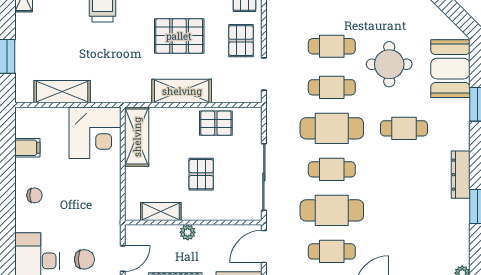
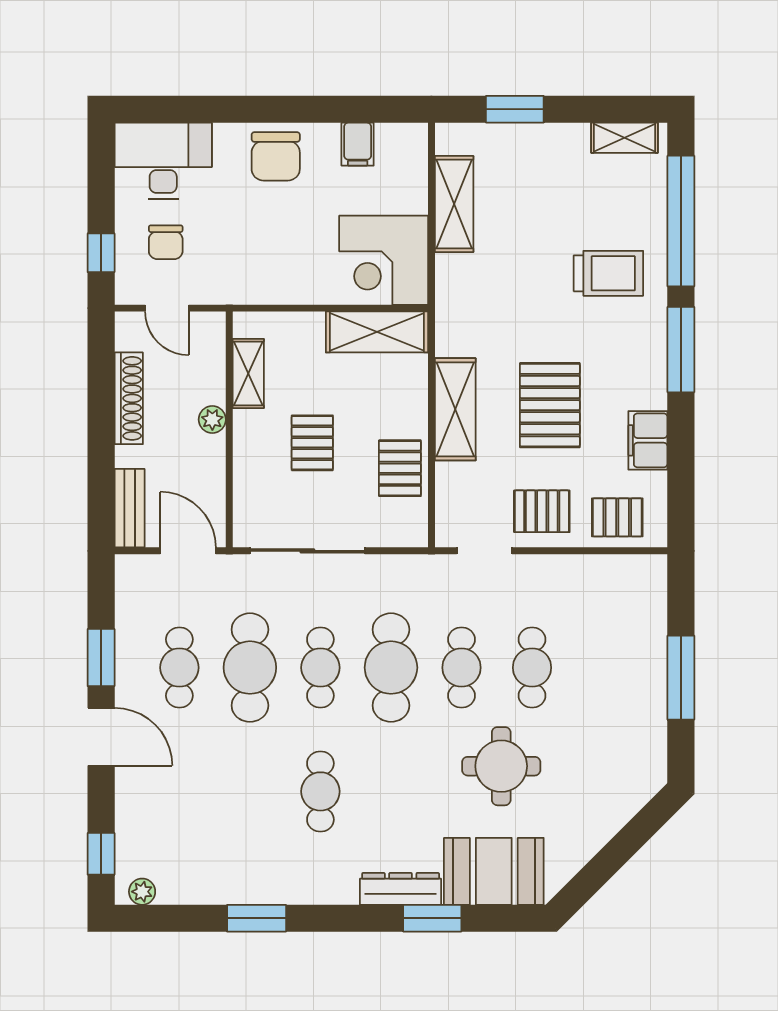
cafe table: (404, 128) -> (320, 791), moved
pallet: (201, 174) -> (312, 443), turned 90
dresser: (461, 175) -> (401, 889), moved
chair: (34, 195) -> (276, 156), width x1.87, depth x1.87

